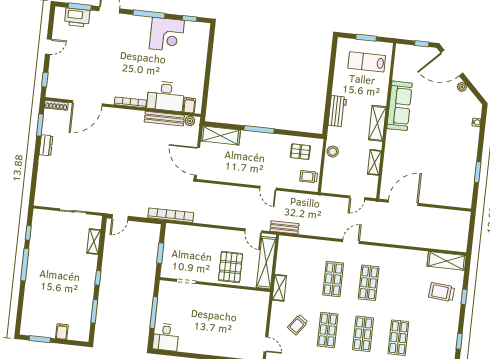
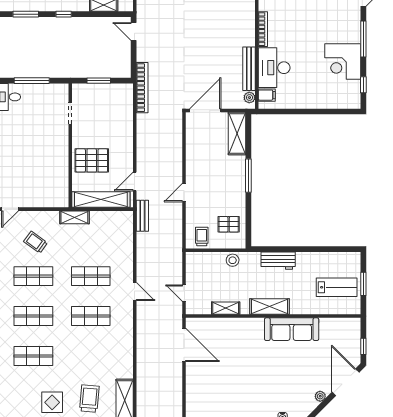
lab bench: (367, 62) -> (337, 287), turned 90
pallet: (300, 152) -> (229, 224), turned 90
display table: (441, 325) -> (52, 402), added

